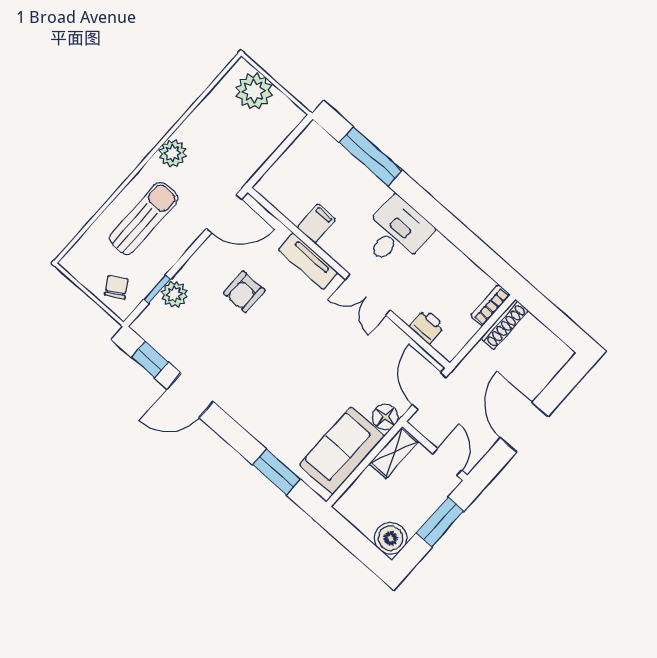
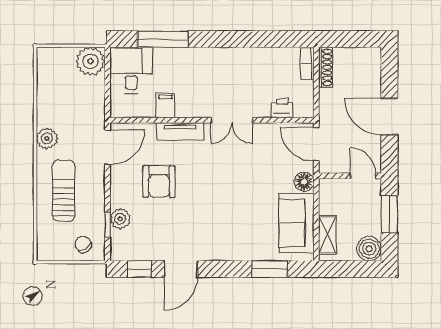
plant: (254, 91) -> (90, 61), moved
desk: (396, 233) -> (131, 70), moved
armchair: (244, 292) -> (159, 182), width x1.38, depth x1.38
shelving: (394, 453) -> (327, 235), moved

